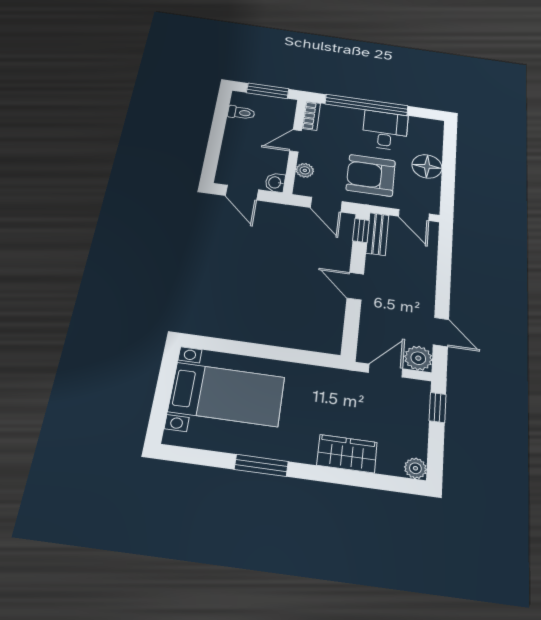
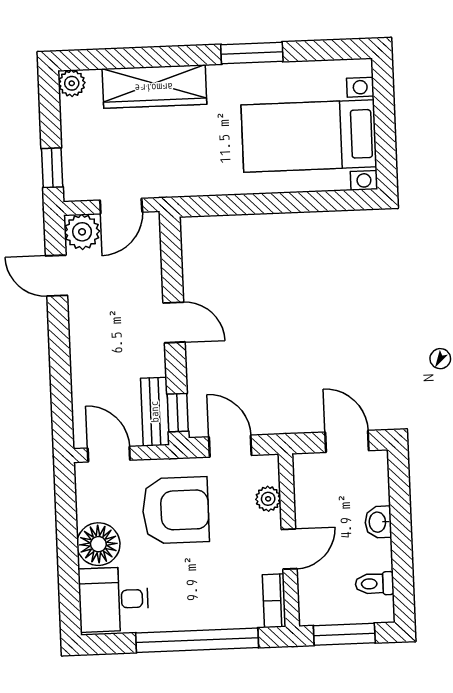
desk: (385, 130) -> (113, 599), moved, turned 90
washbasin: (275, 183) -> (378, 522), moved, turned 180
wardrobe: (347, 454) -> (154, 87), width x1.50

